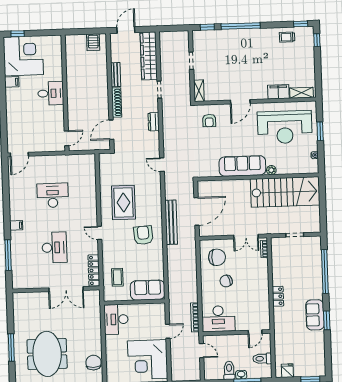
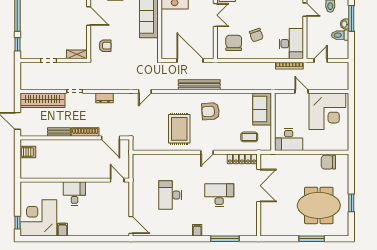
rug: (123, 203) -> (179, 129), turned 90

